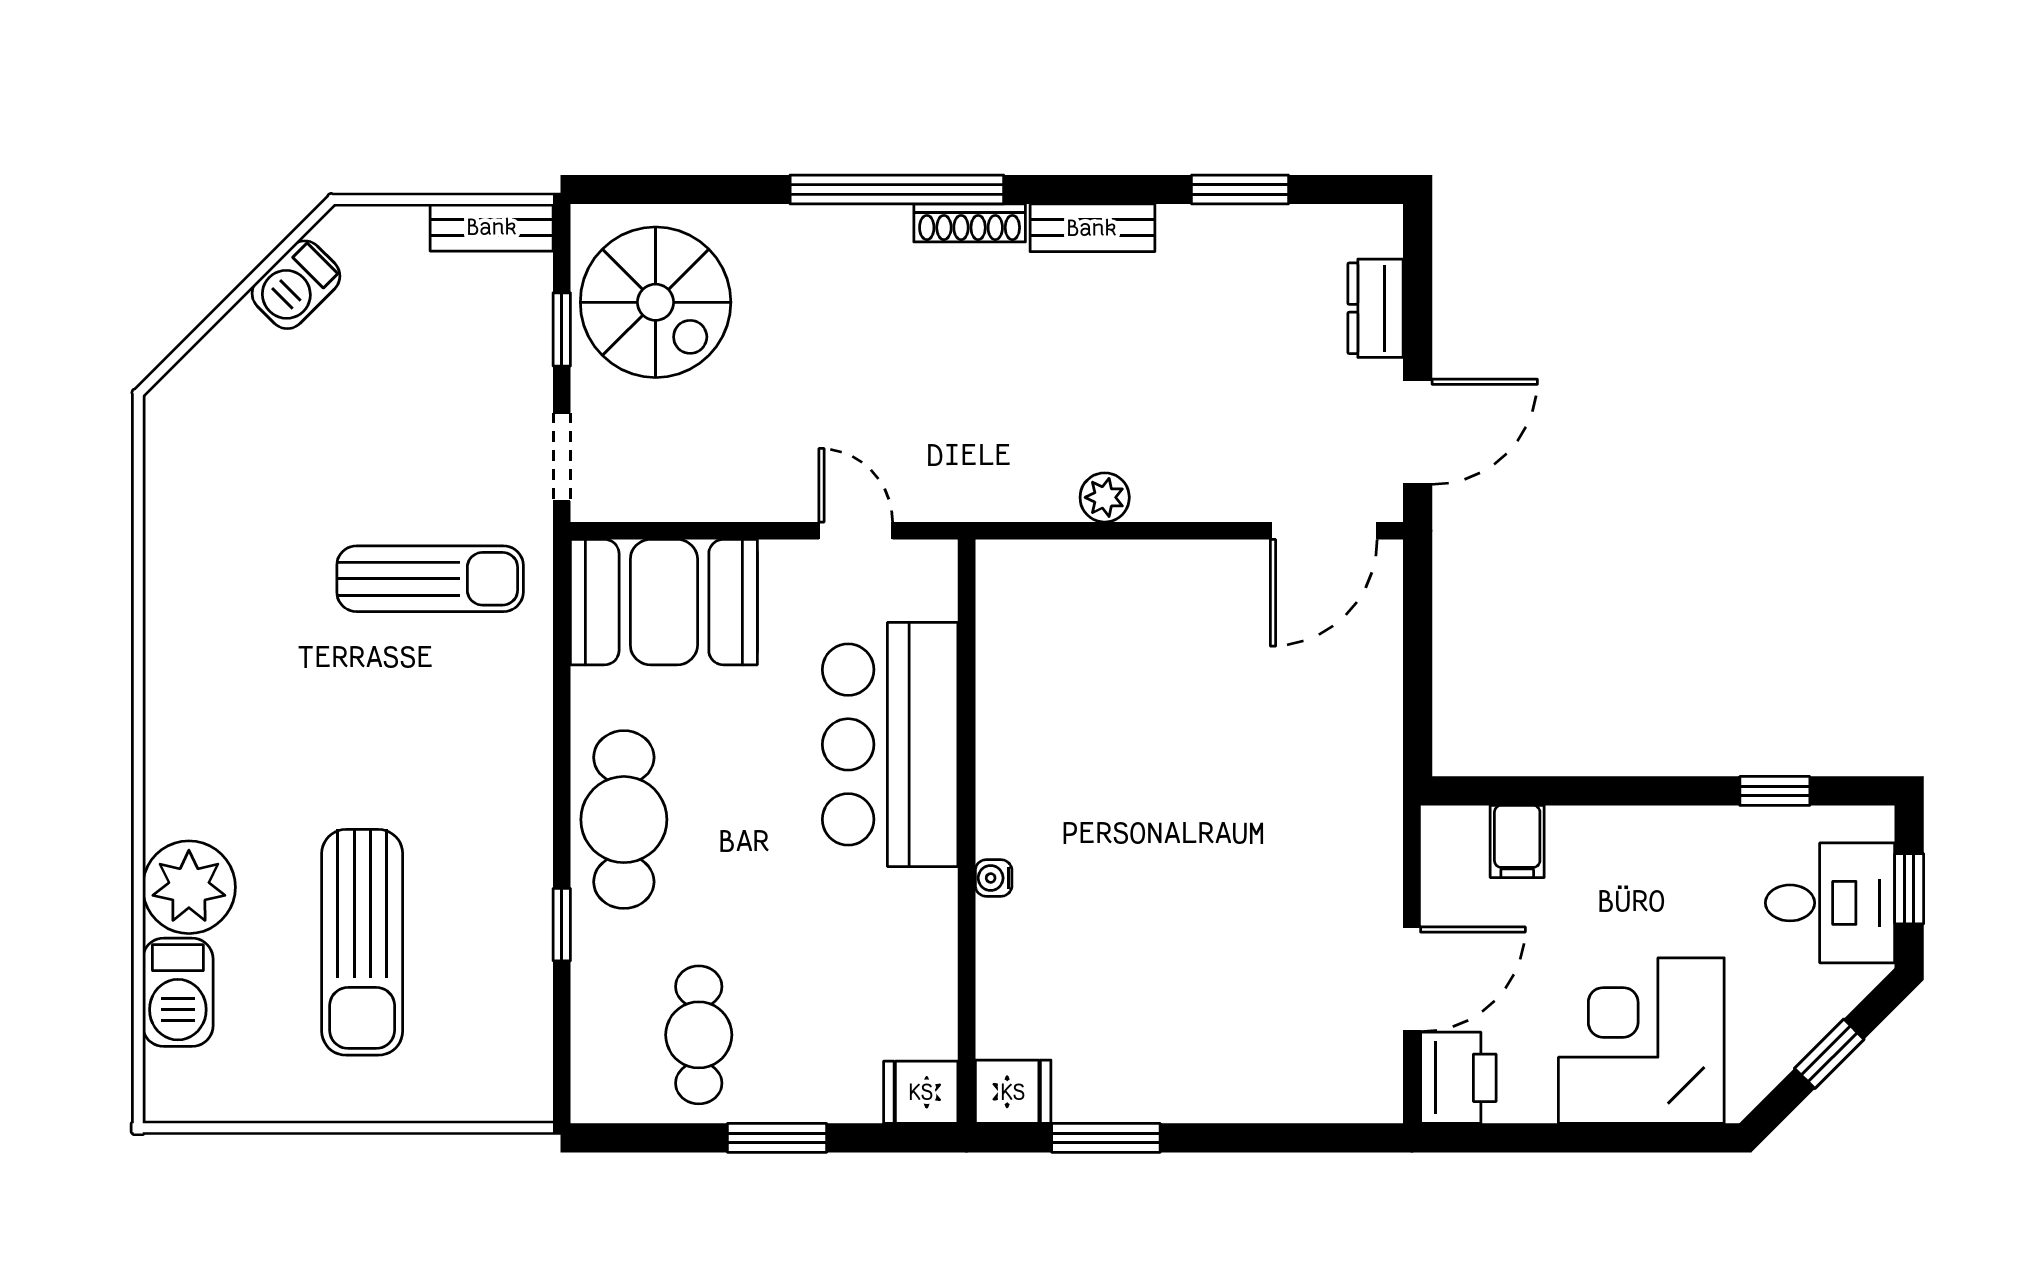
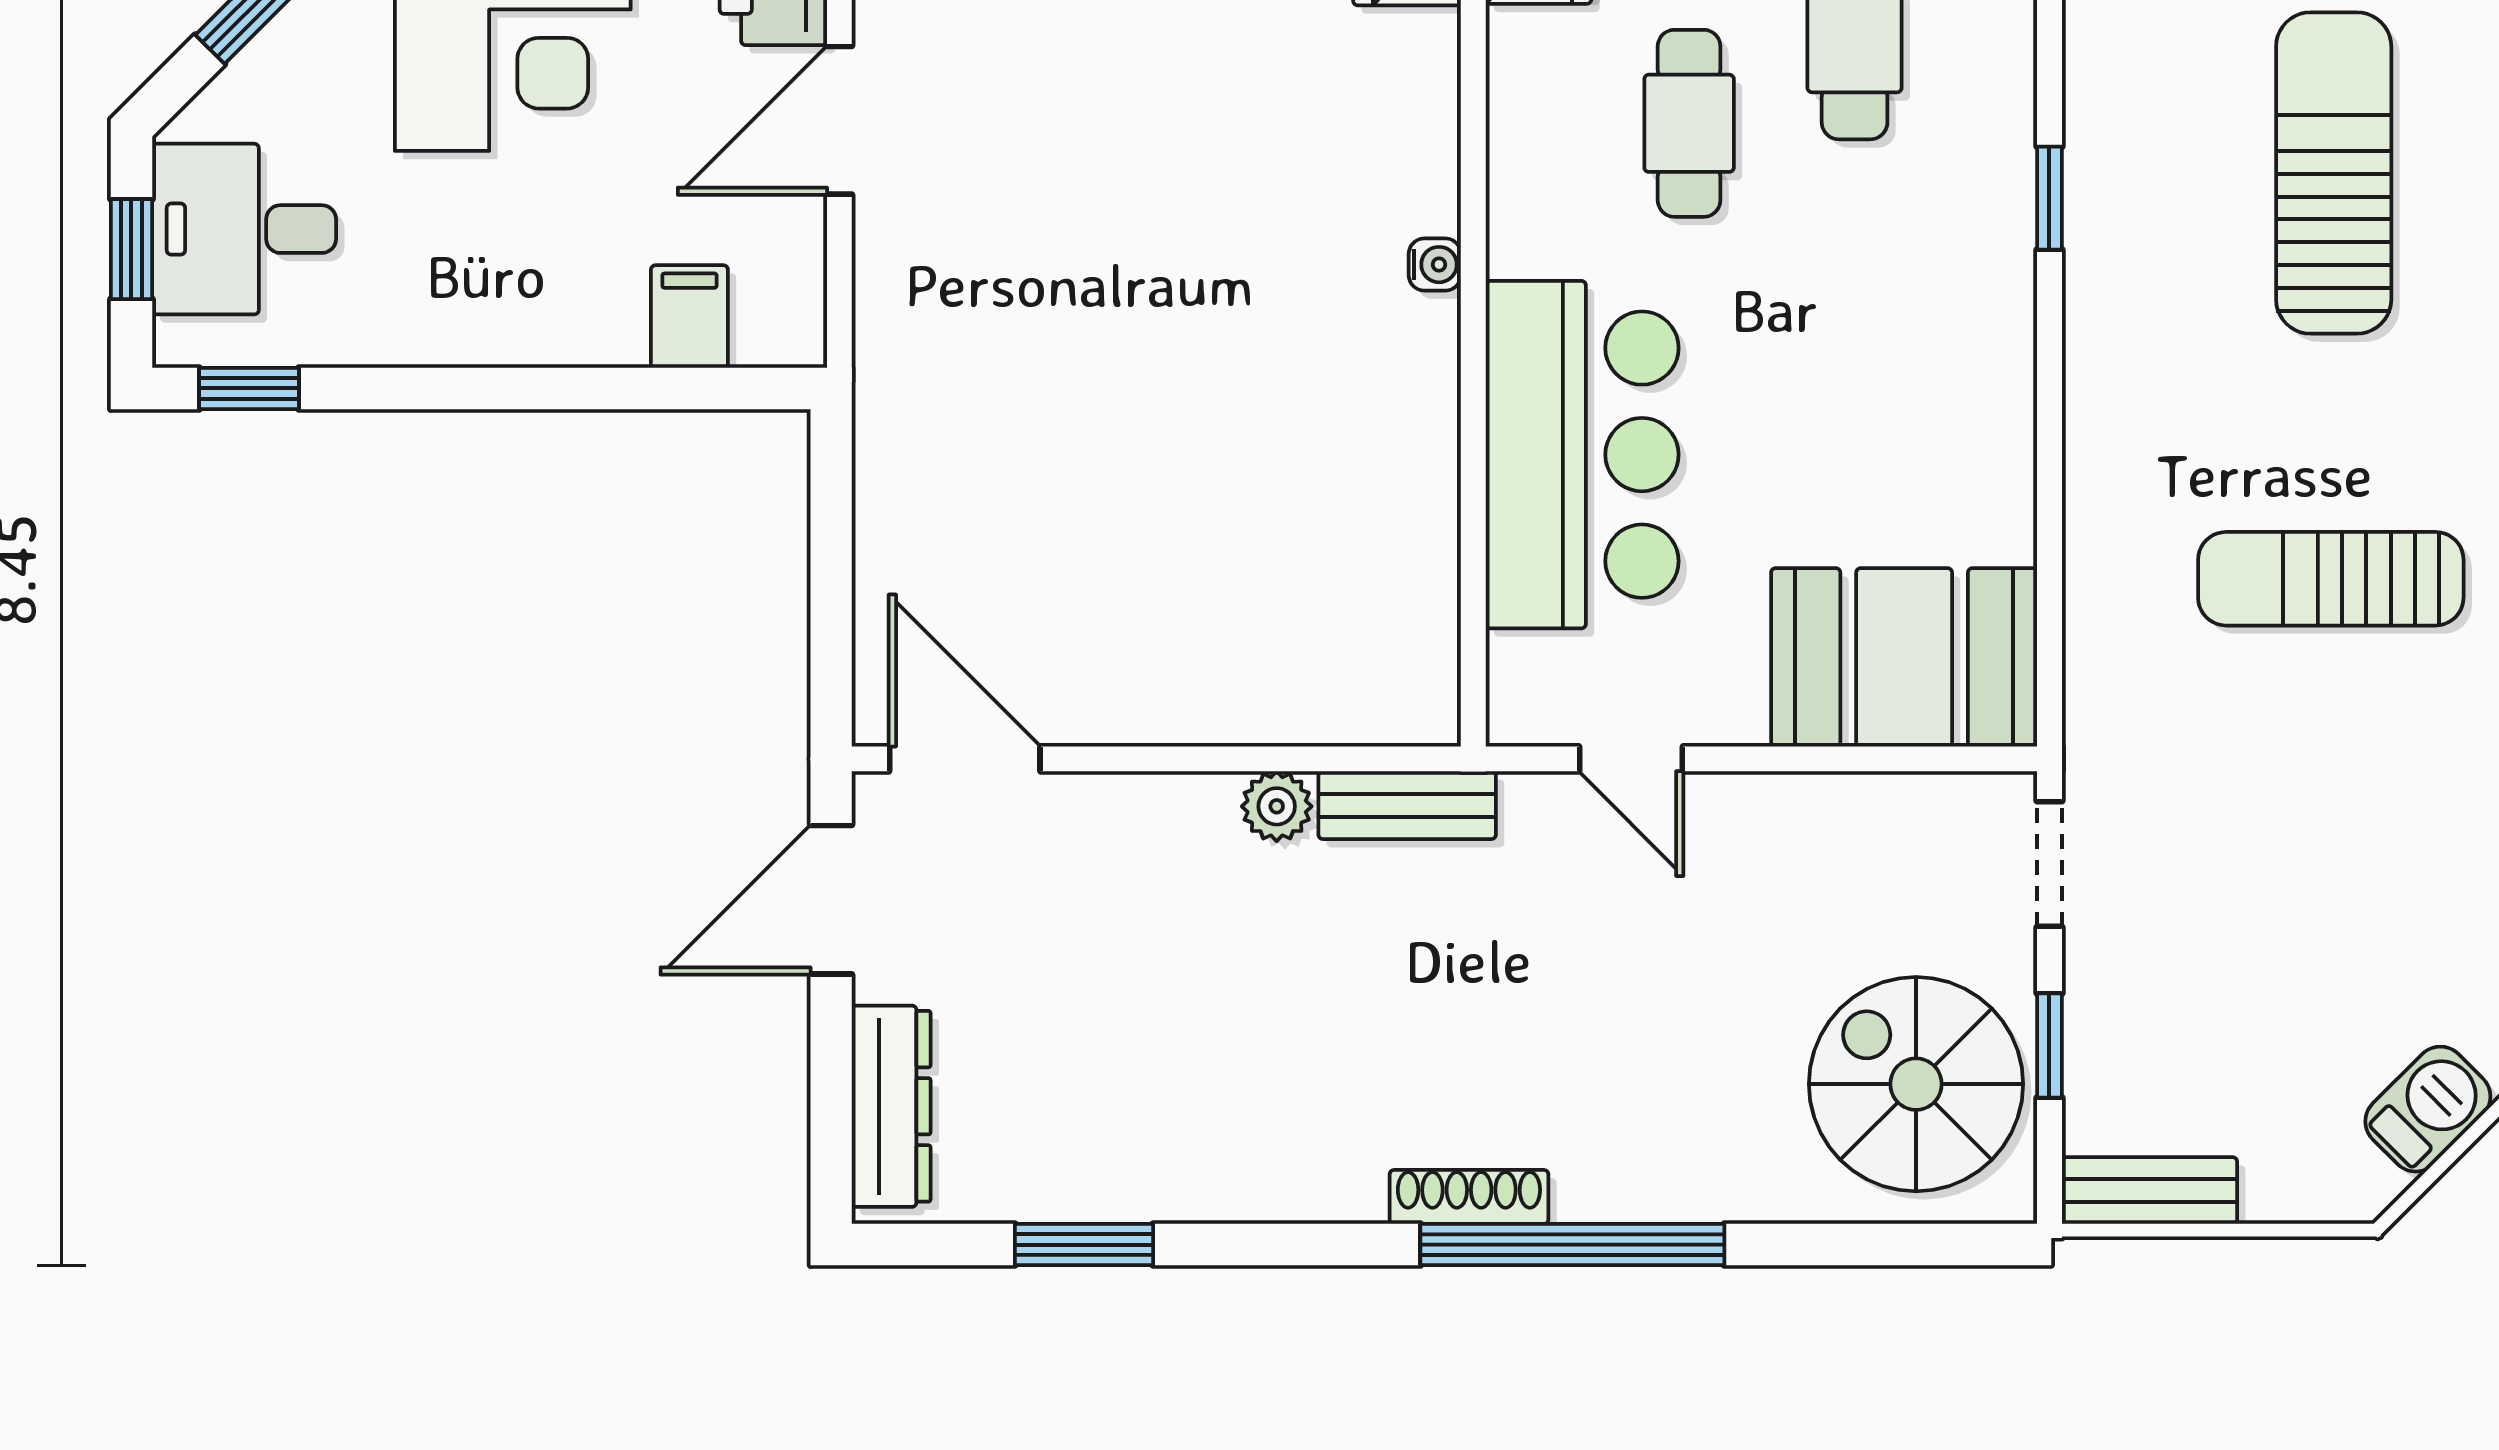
bench: (1092, 228) -> (1407, 805), moved
dresser: (1375, 308) -> (891, 1106), width x1.44
door: (1324, 531) -> (965, 759), hinge flipped
sun lounger: (430, 579) -> (2331, 579), moved
window: (1775, 791) -> (249, 388), moved
cafe table: (624, 820) -> (1689, 123), moved, width x0.73, depth x0.74

